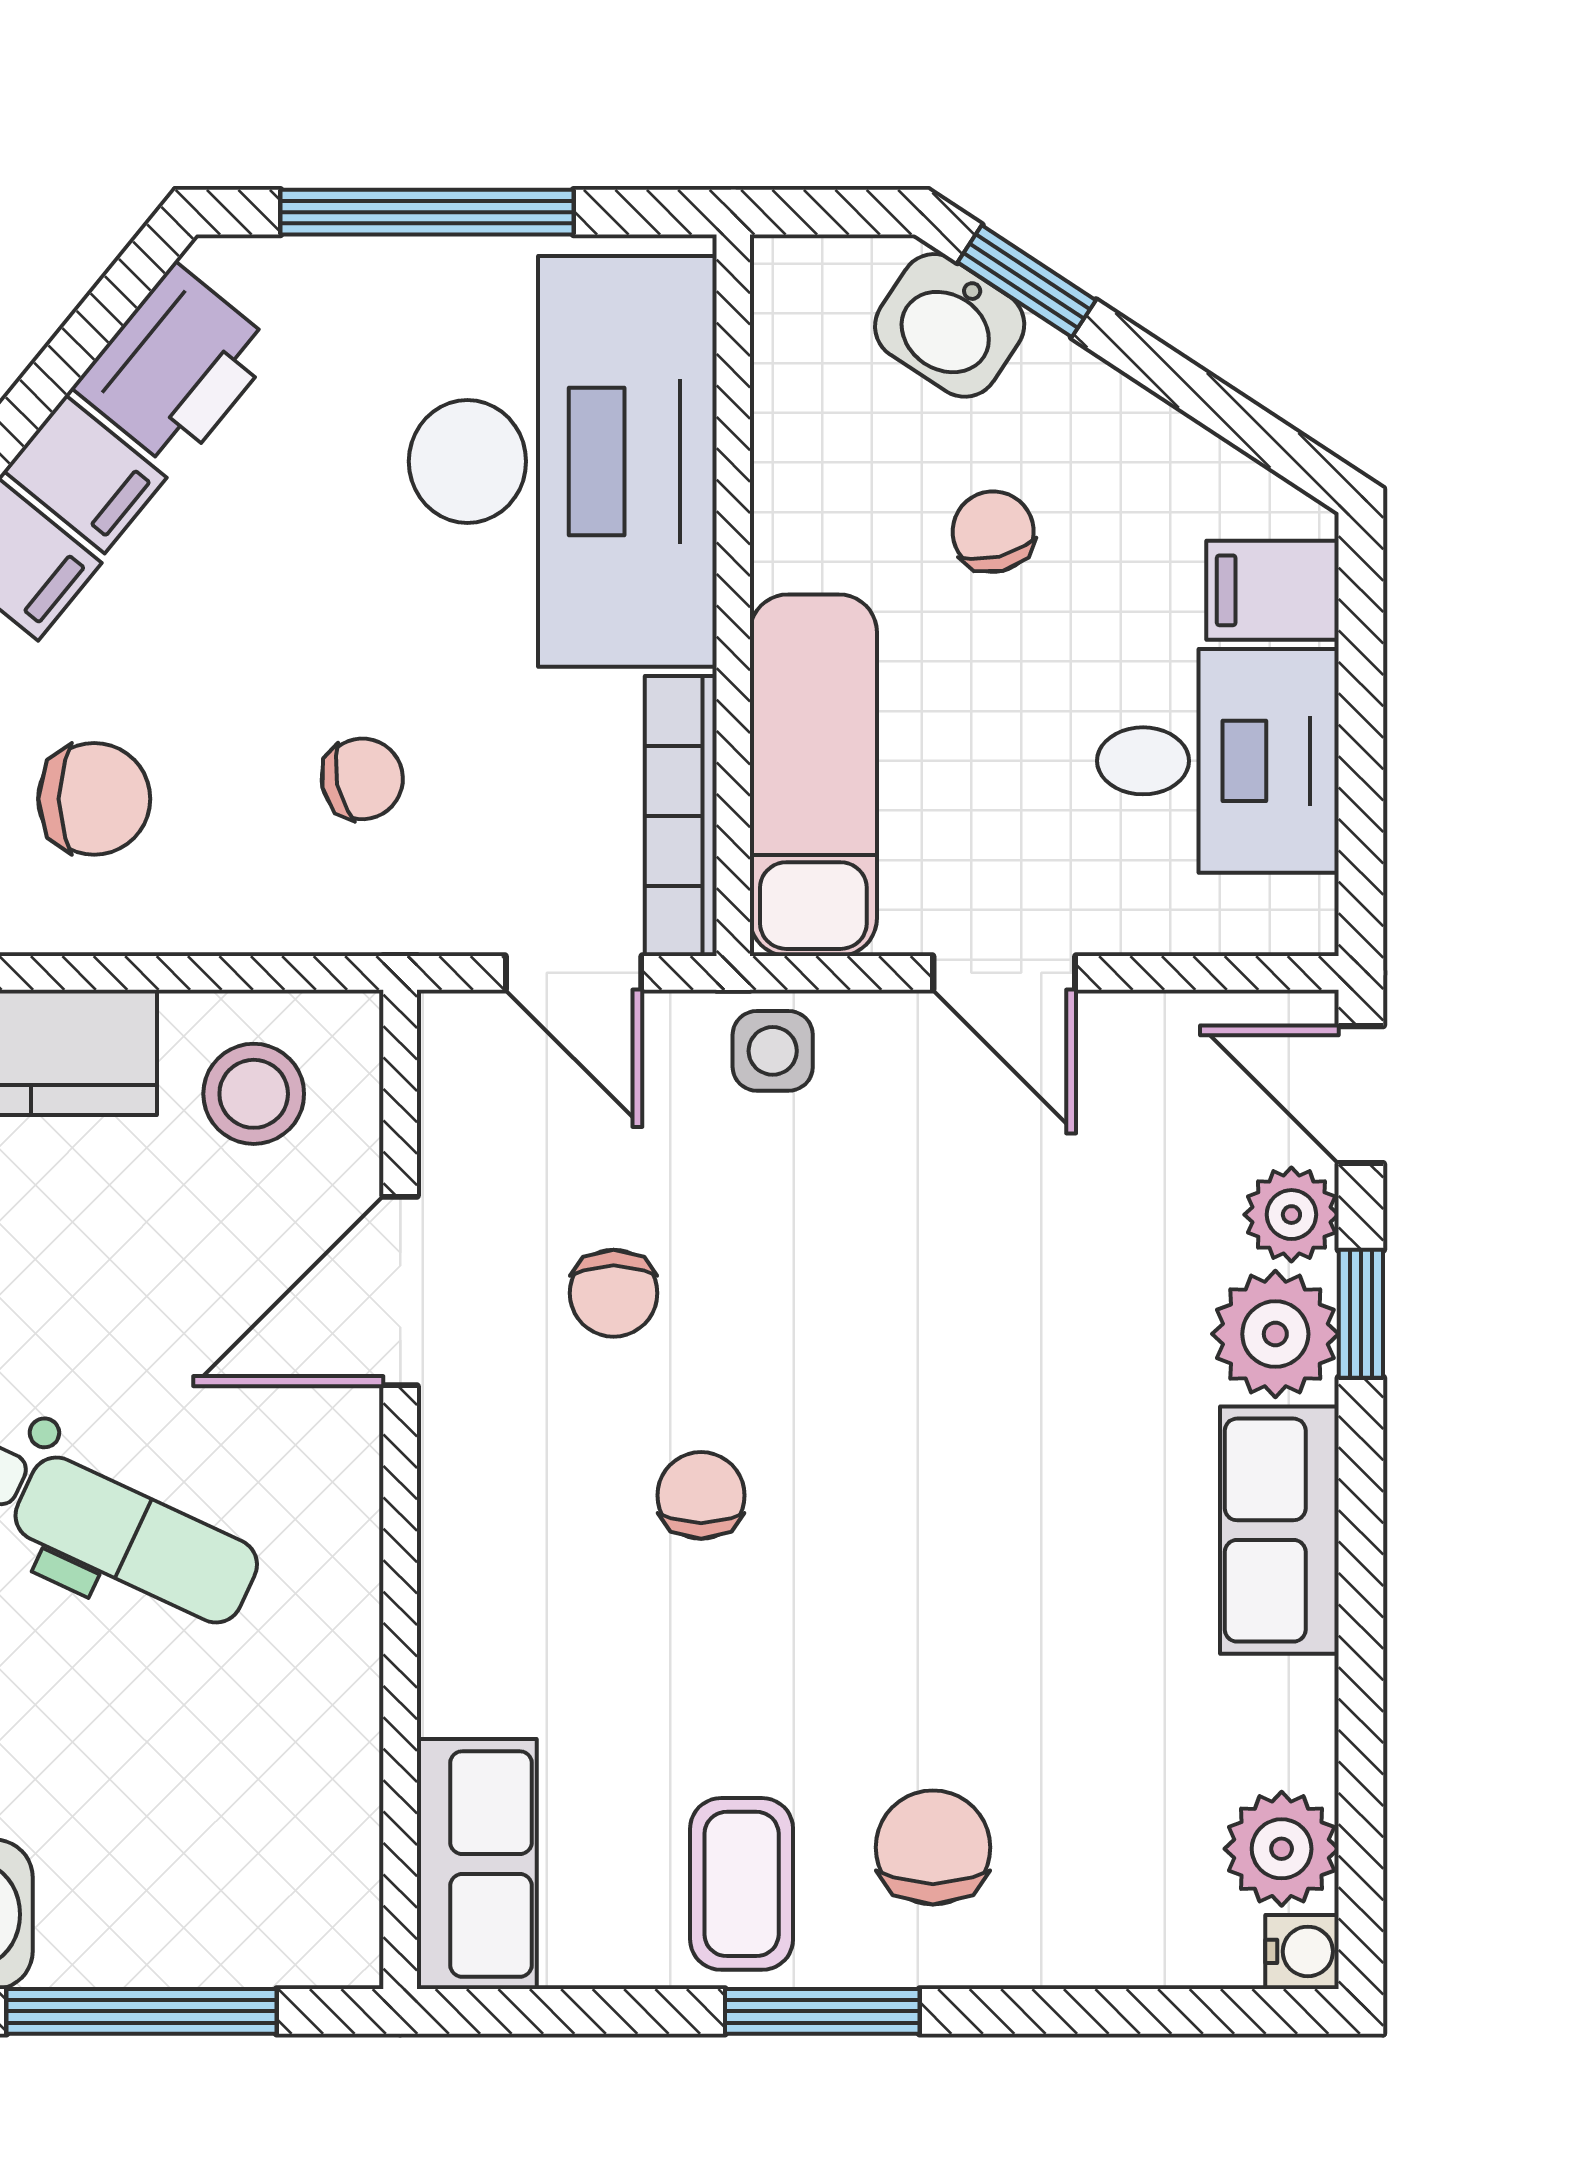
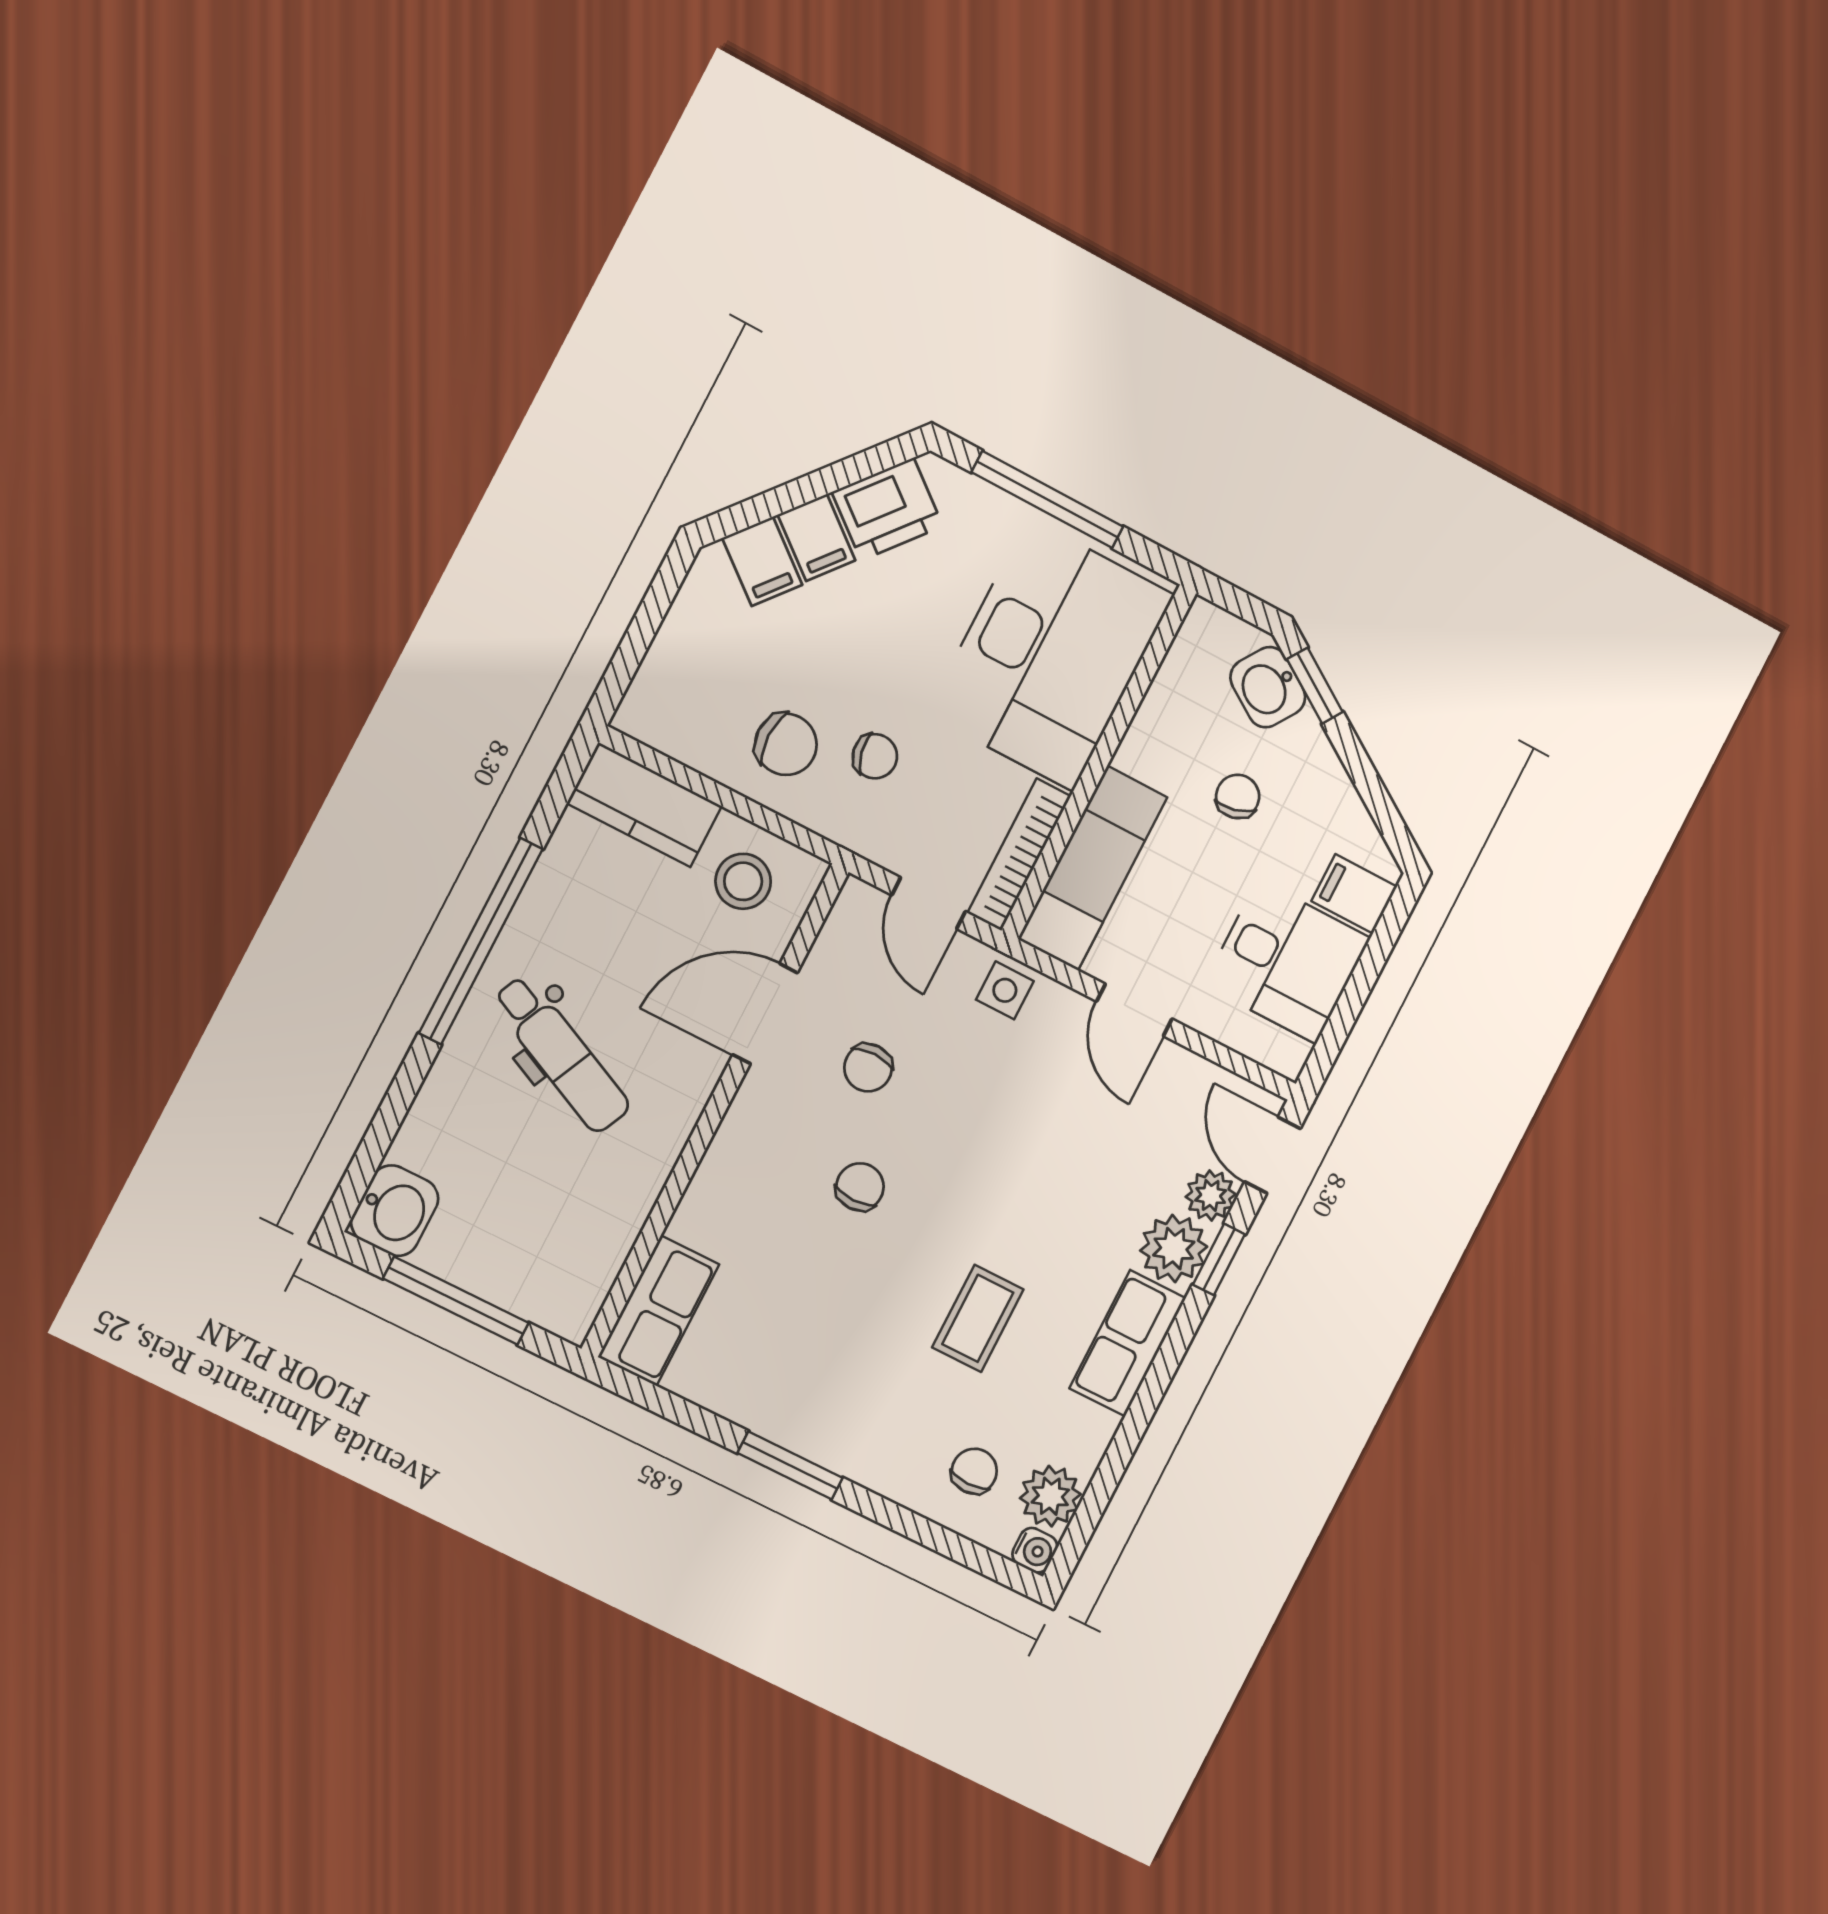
chair: (94, 799) -> (786, 744), moved
chair: (933, 1847) -> (974, 1471), moved, width x0.73, depth x0.73
coffee table: (742, 1884) -> (978, 1318), moved

